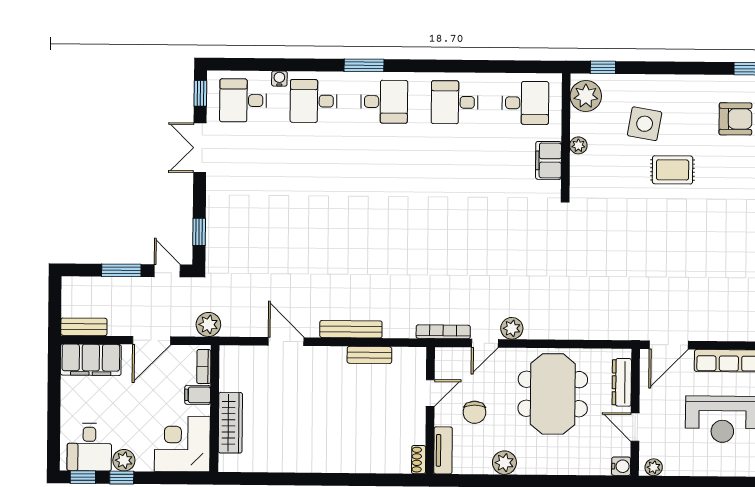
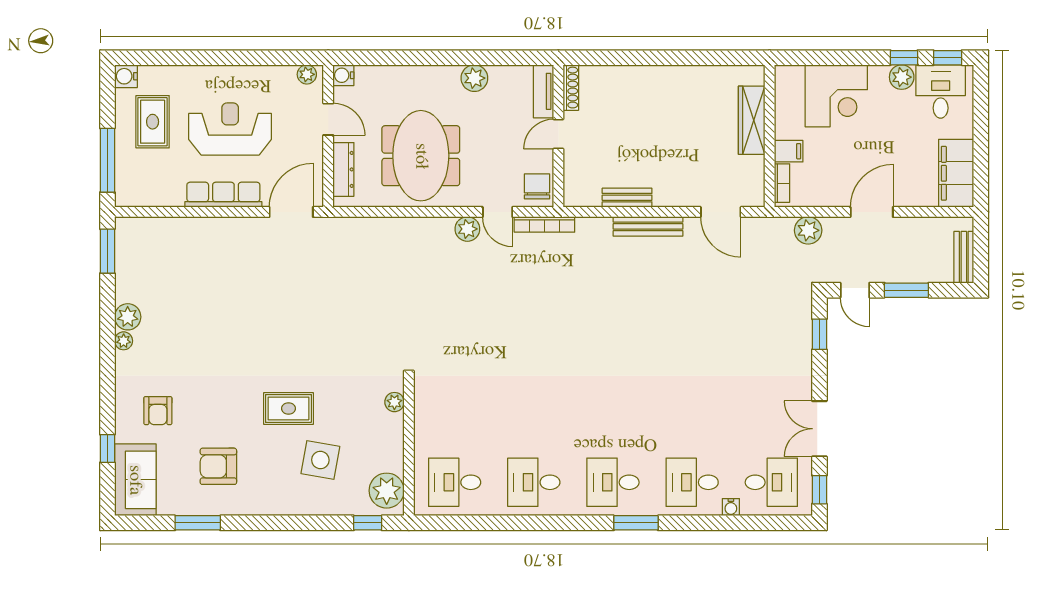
desk: (314, 101) -> (692, 482), turned 180
desk: (455, 102) -> (534, 482), turned 180
plant: (578, 145) -> (394, 402), moved
double door: (200, 148) -> (819, 429), swing flipped
filing cabinet: (549, 160) -> (428, 418), removed
bench: (84, 327) -> (964, 257), moved, turned 90
door: (485, 343) -> (498, 212), swing flipped
filing cabinet: (91, 360) -> (956, 173), moved, turned -90
bookcase: (204, 367) -> (782, 183), moved
door: (430, 393) -> (558, 134), moved
filing cabinet: (198, 395) -> (789, 151), moved
wall: (214, 409) -> (770, 136), moved
chair: (475, 412) -> (537, 186), moved
wardrobe: (230, 423) -> (752, 120), moved
shoe rack: (419, 460) -> (571, 88), width x1.43

